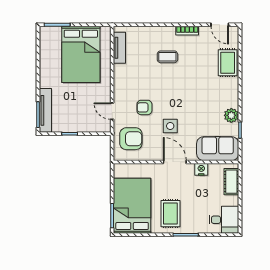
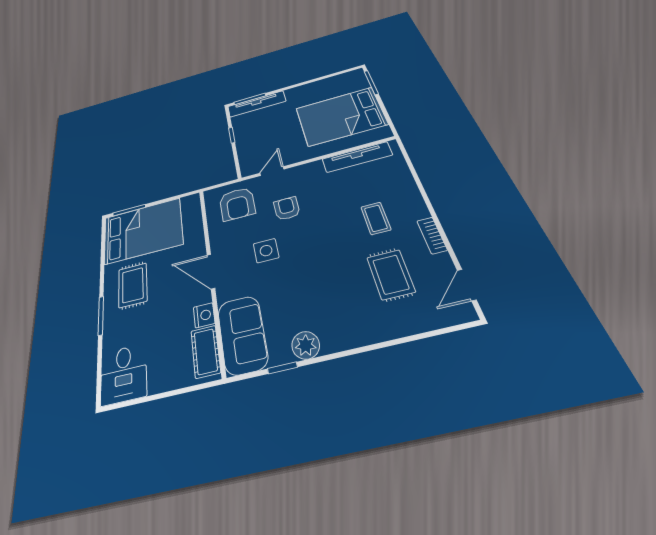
tv unit: (119, 48) -> (357, 157), width x1.41
rug: (228, 63) -> (391, 274), moved, turned 90
door: (175, 162) -> (211, 271), swing flipped
cot: (231, 182) -> (206, 351), moved, turned 90
rug: (170, 214) -> (133, 285), turned 90

